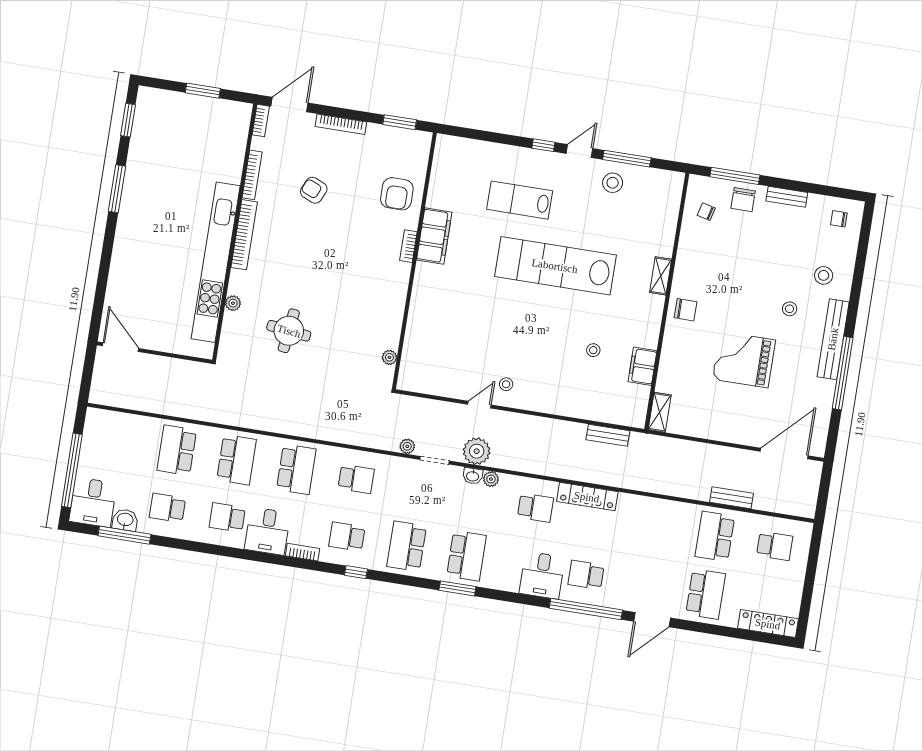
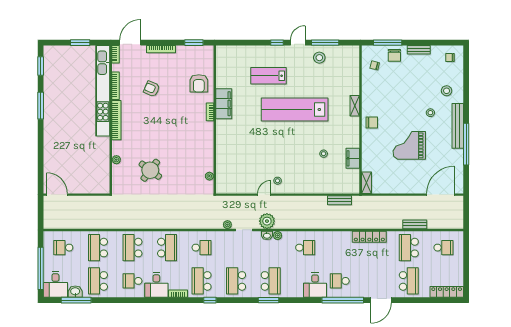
kitchen unit: (216, 262) -> (103, 91), moved
round table: (289, 331) -> (150, 170), turned 30
school desk: (117, 441) -> (63, 248), added
school desk: (237, 460) -> (132, 248), turned 180
locker: (587, 497) -> (369, 237), moved
school desk: (167, 508) -> (98, 281), width x1.85
school desk: (347, 537) -> (202, 281), width x1.85

